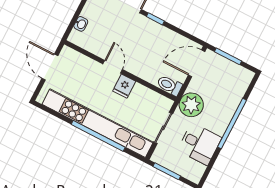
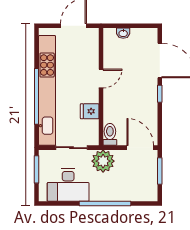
fridge: (124, 86) -> (90, 111), moved
desk: (200, 144) -> (68, 185), width x1.37

